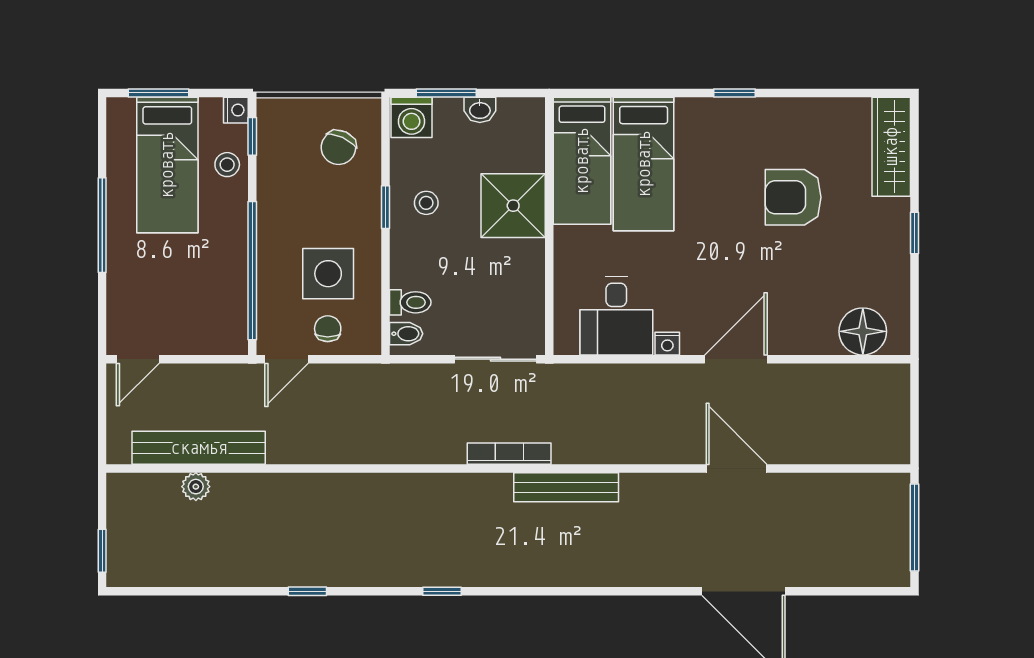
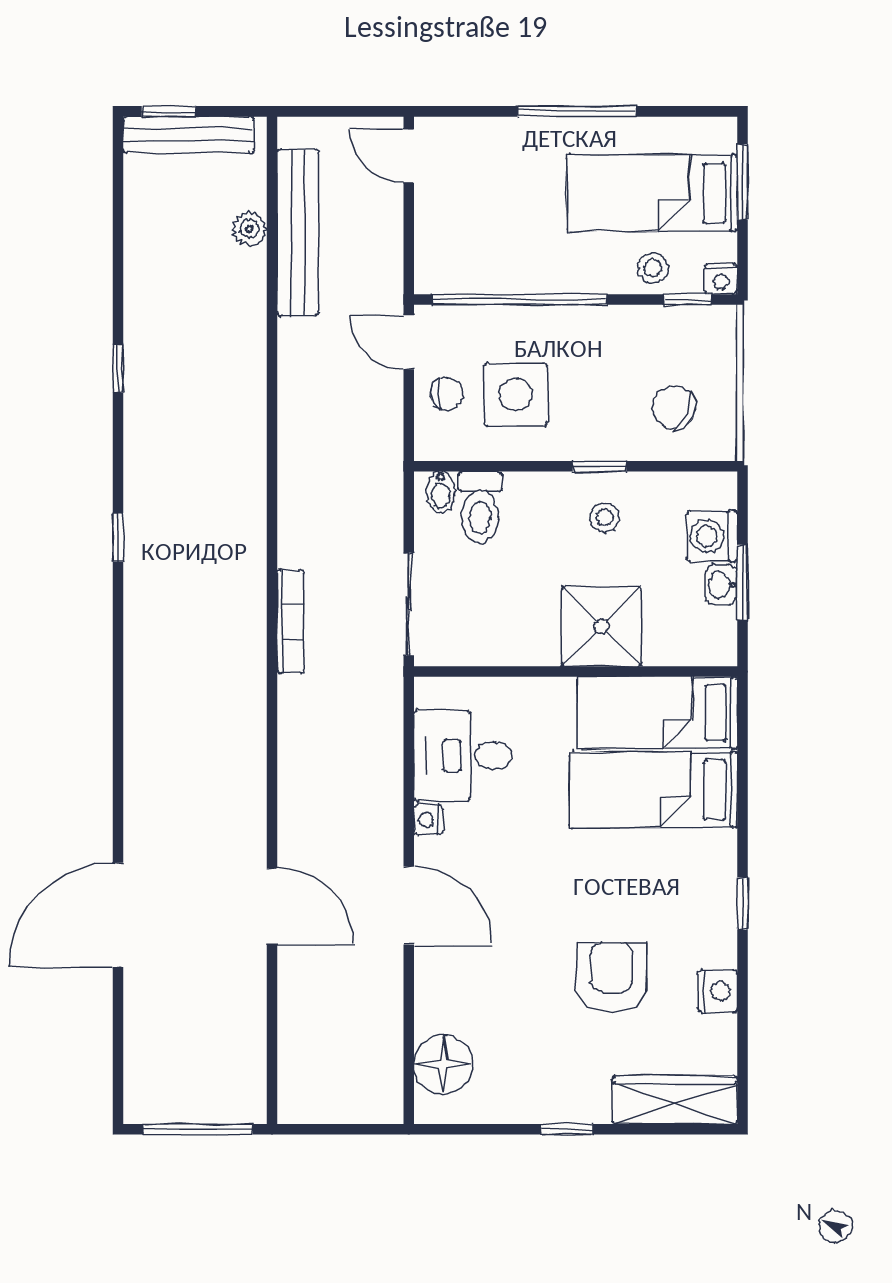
window: (446, 93) -> (742, 582), moved
nightstand: (804, 113) -> (718, 991), added
washing machine: (412, 117) -> (712, 536), moved
toilet: (410, 302) -> (480, 507), width x1.37, depth x1.39
door: (737, 468) -> (272, 906), hinge flipped
bench: (566, 487) -> (189, 135), moved, turned 90

